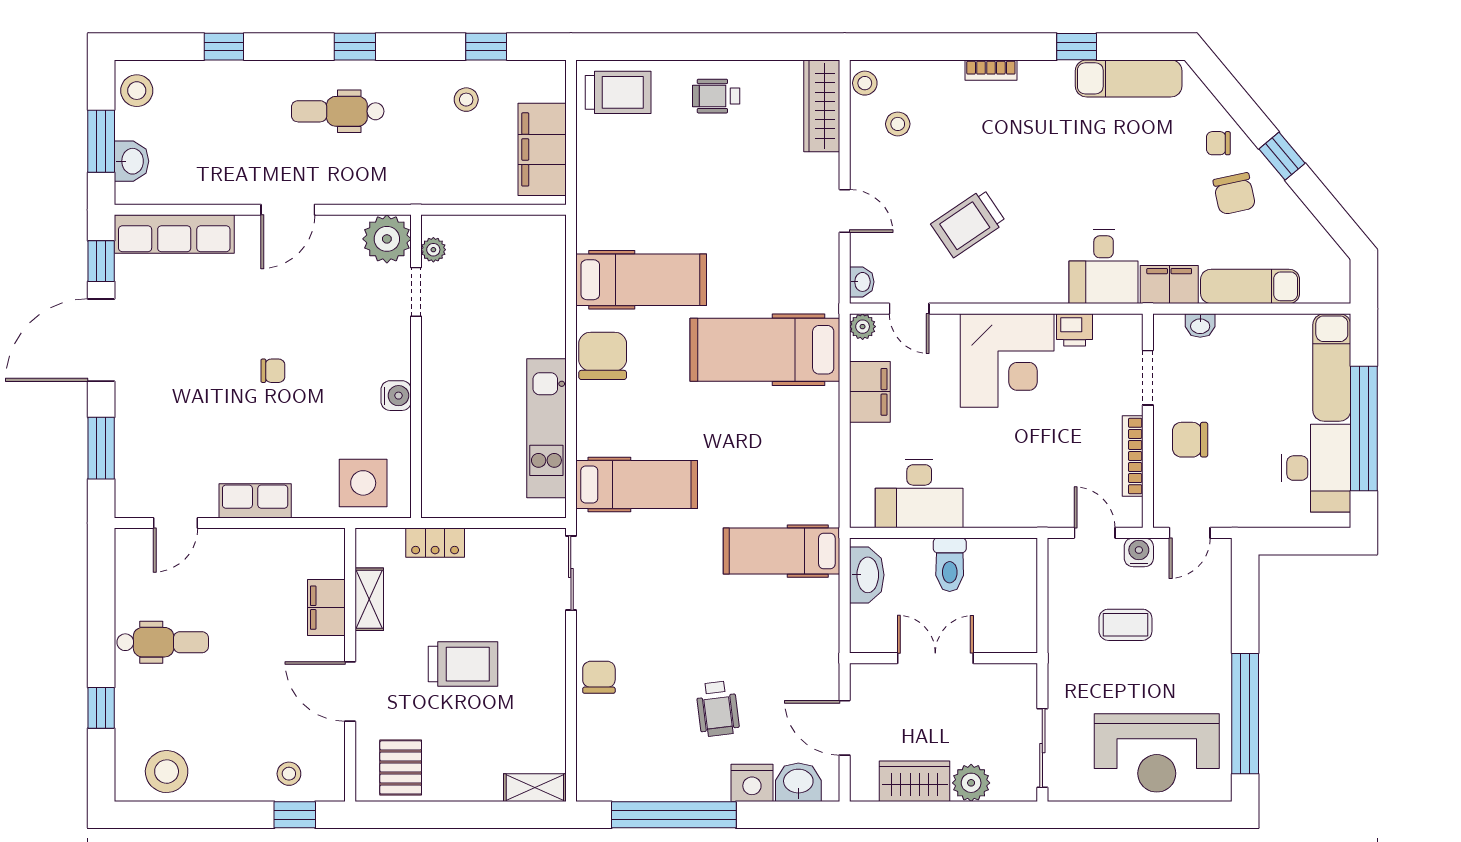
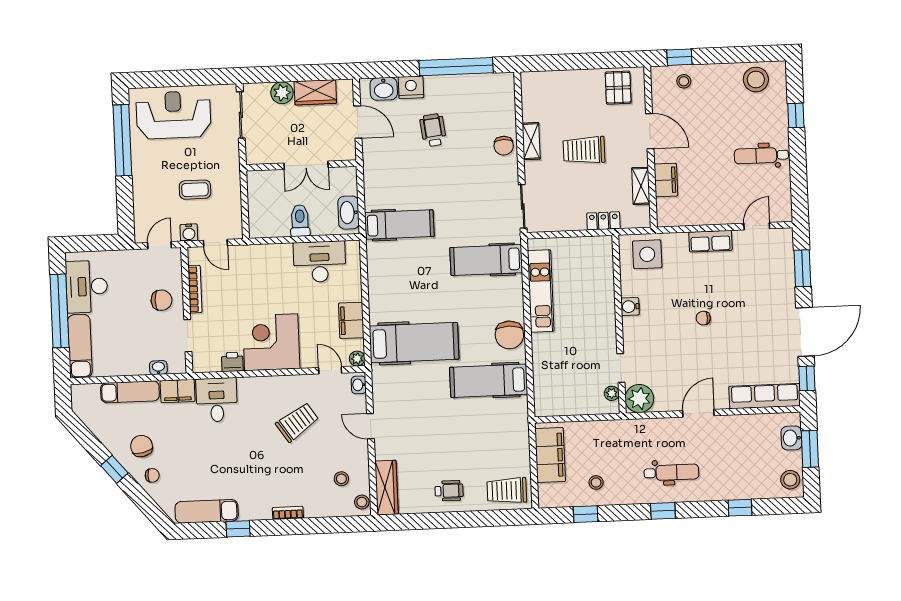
shelving: (535, 788) -> (531, 141), moved, turned 90

